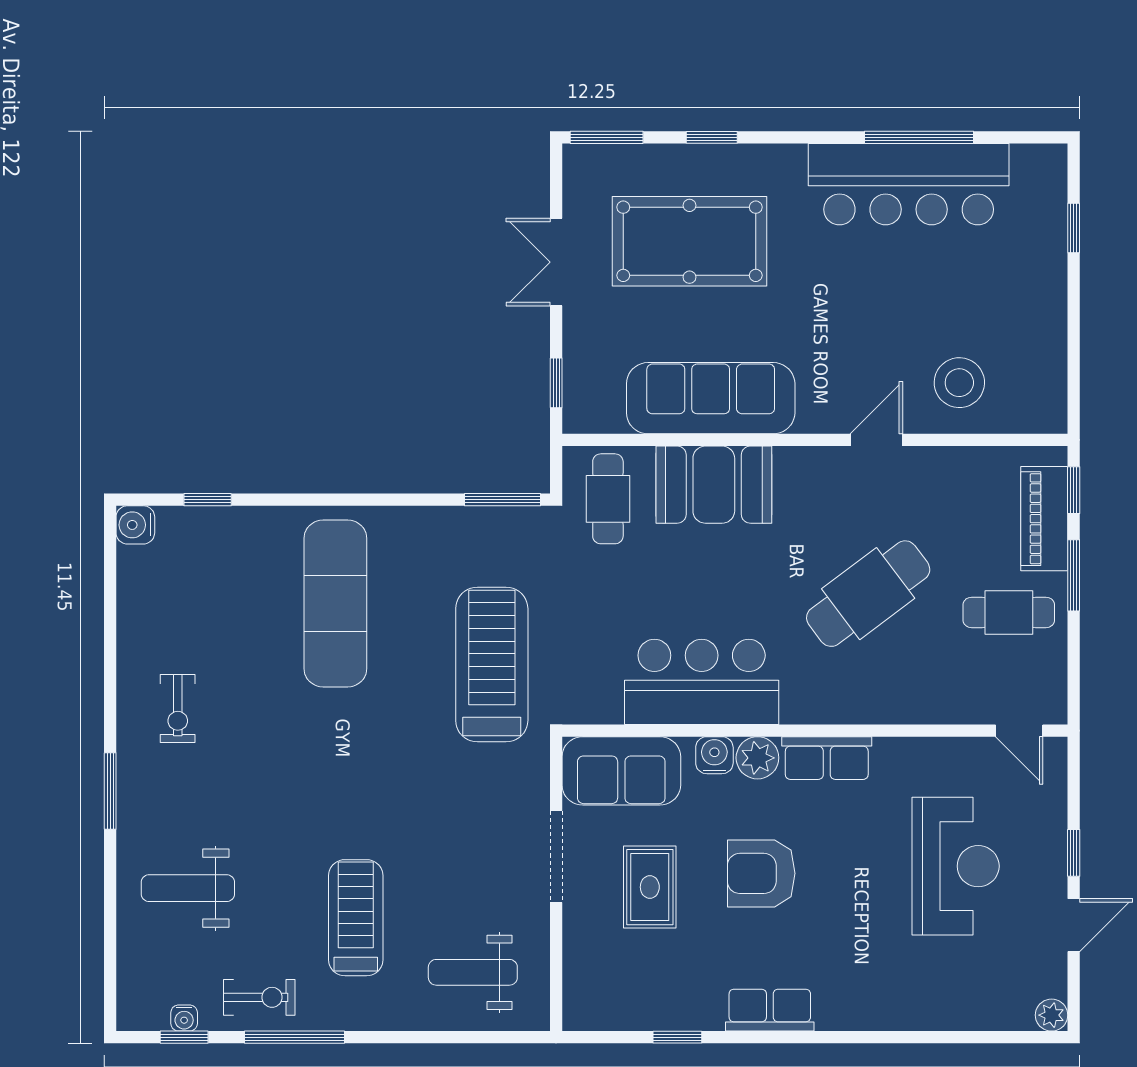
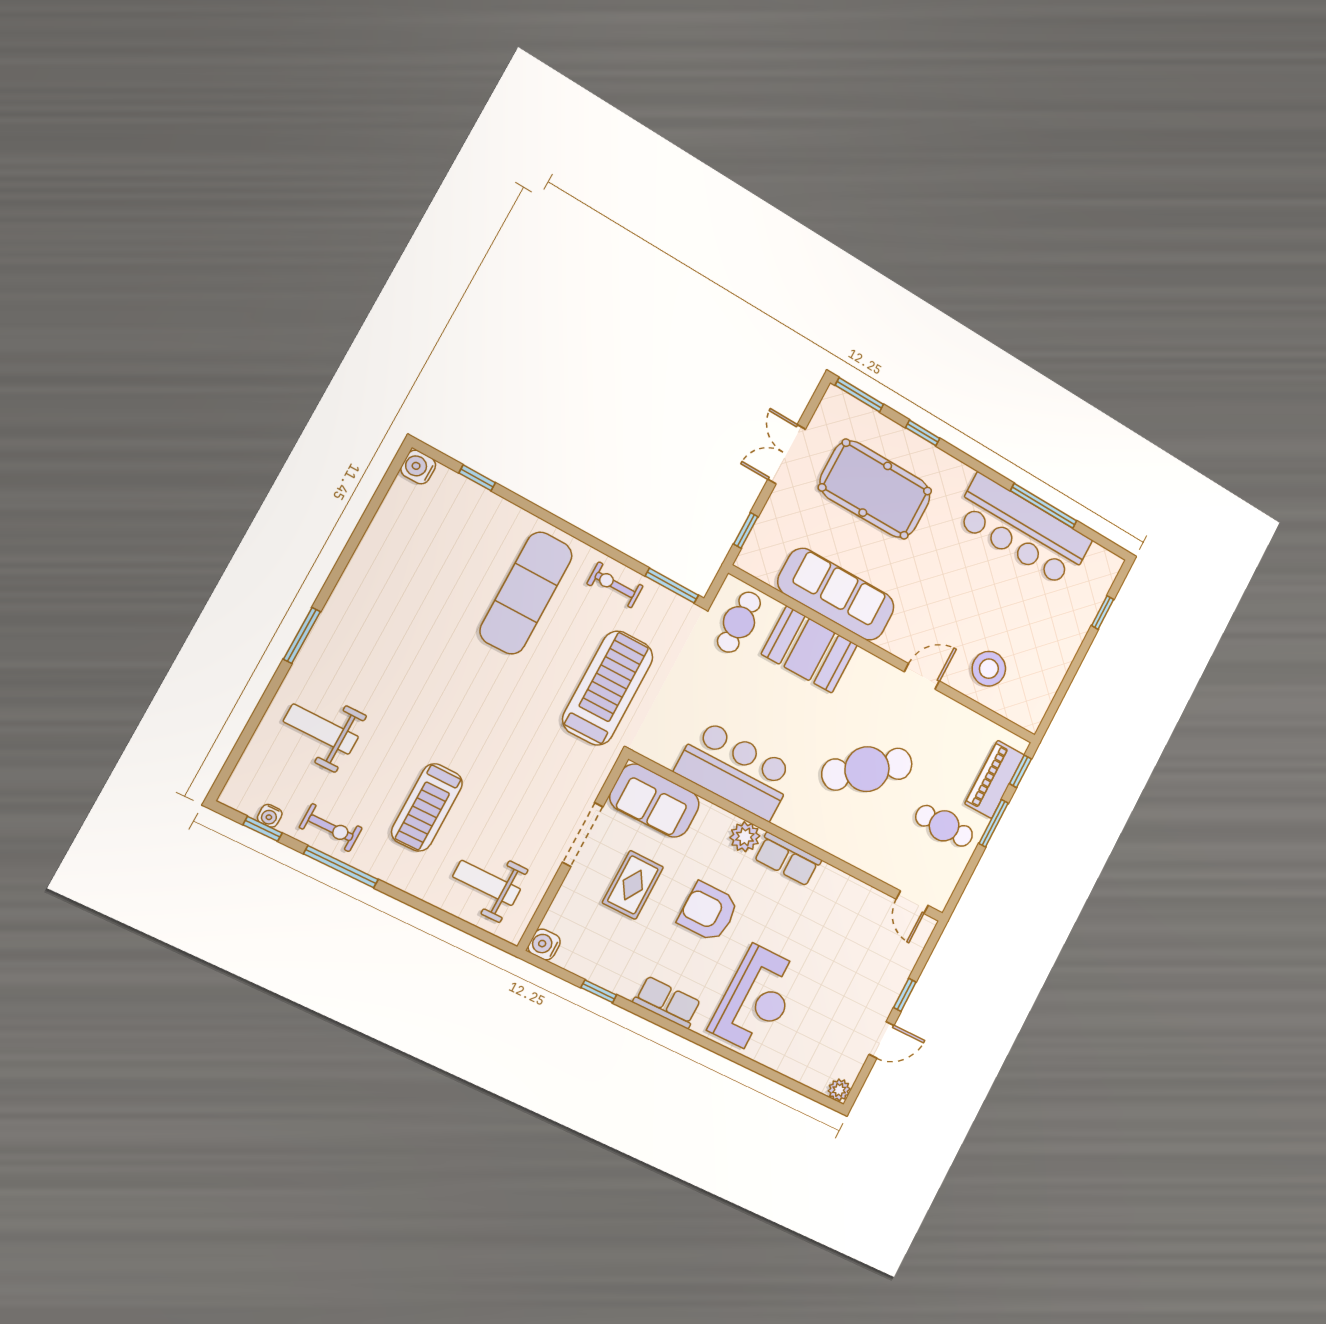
exercise bike: (178, 708) -> (615, 585), moved, turned 90
water cooler: (714, 755) -> (544, 945), moved, turned -90
reception desk: (956, 866) -> (756, 1000), moved
treadmill: (356, 918) -> (427, 807), turned 180

